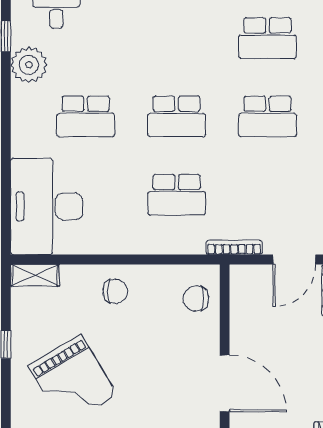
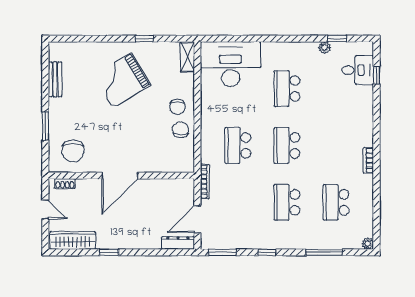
plant: (29, 65) -> (325, 48), width x0.53, depth x0.53
door: (294, 259) -> (197, 219), hinge flipped
chair: (196, 299) -> (180, 130), moved

